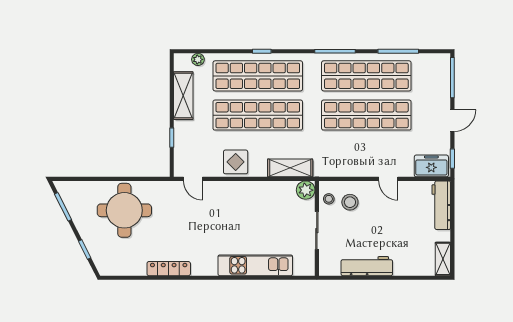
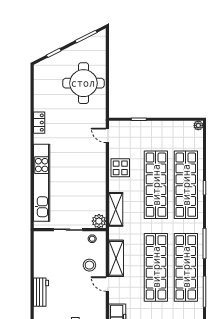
plant: (198, 59) -> (198, 125), moved
shelving: (183, 96) -> (116, 258), moved, turned 90
door: (193, 179) -> (107, 135), hinge flipped
door: (388, 179) -> (107, 284), hinge flipped
stool: (350, 202) -> (89, 265), moved
kitchen unit: (255, 265) -> (42, 183), width x1.36
workbench: (367, 266) -> (41, 292), moved, width x0.73
locker: (169, 269) -> (39, 123), width x0.66

